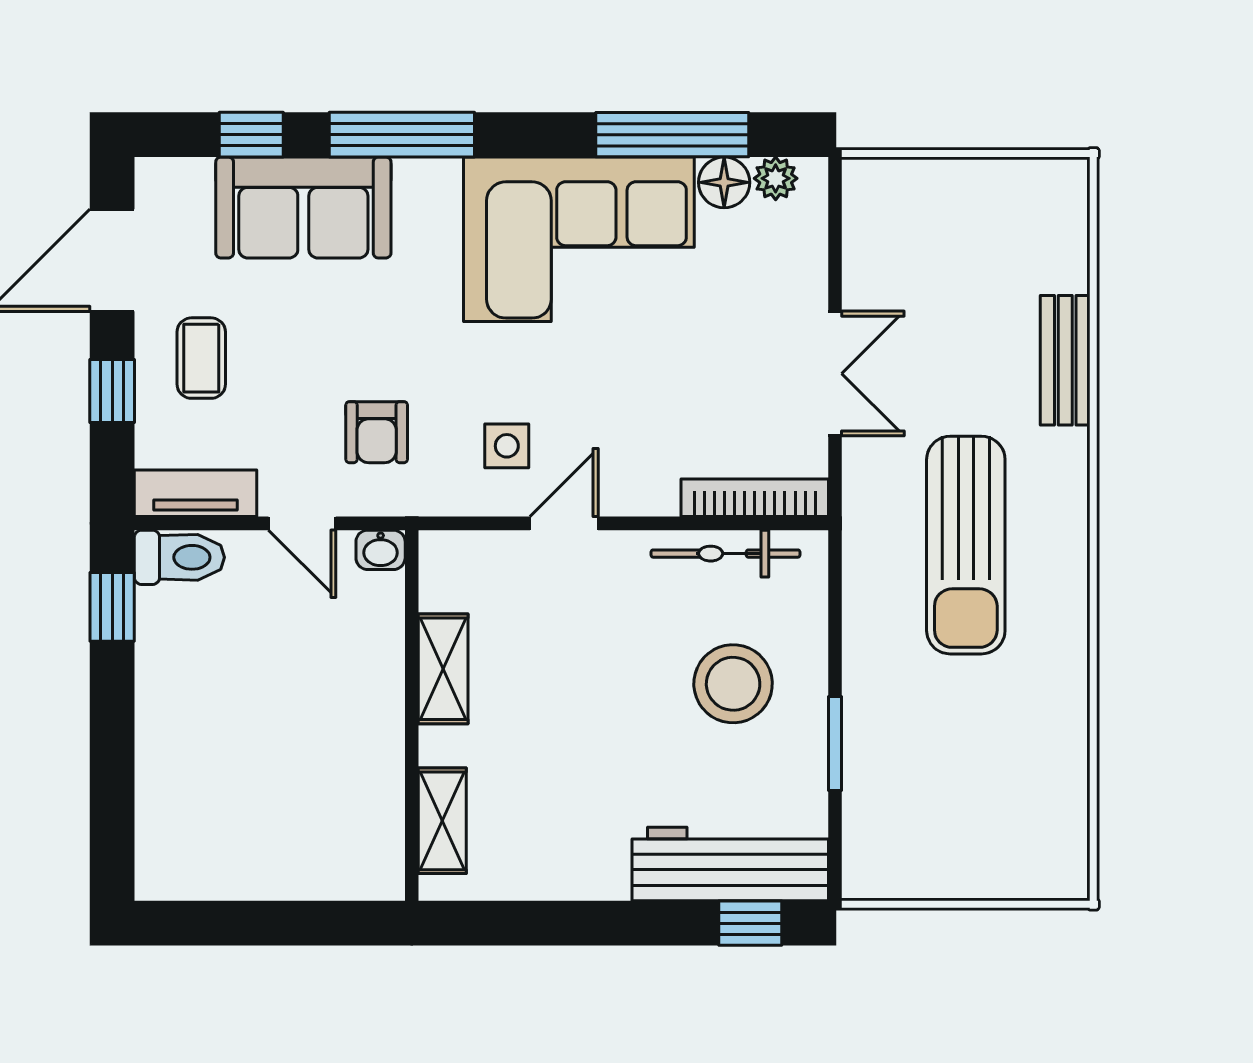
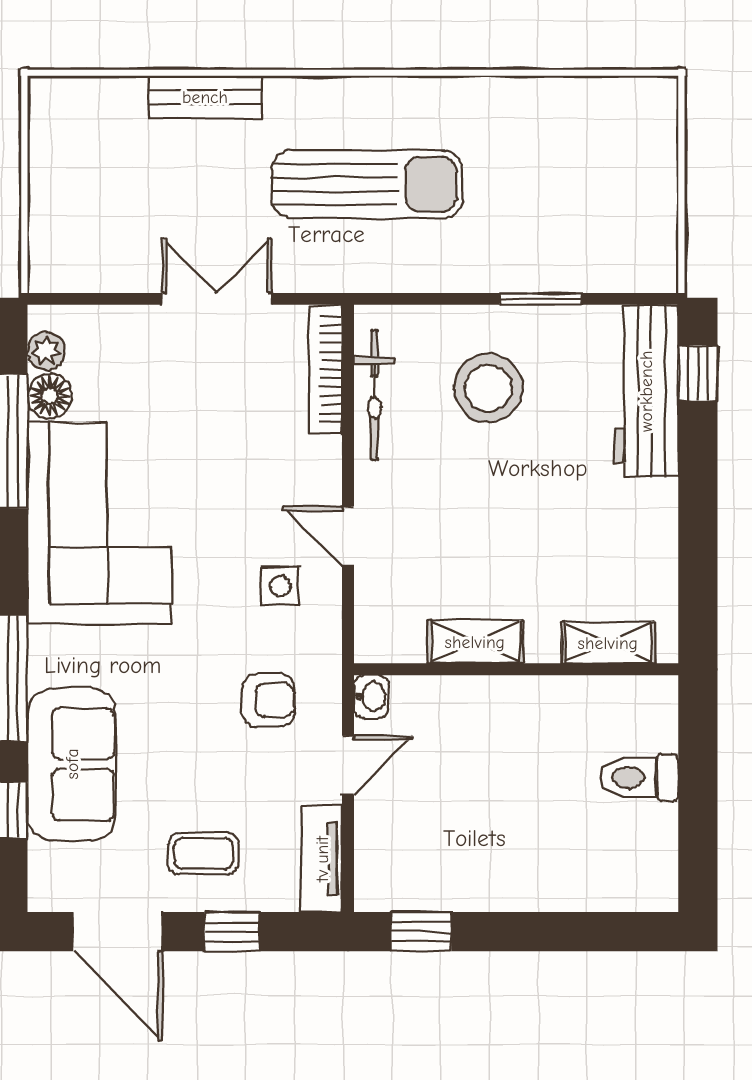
toilet: (179, 557) -> (639, 778), moved, turned -90

